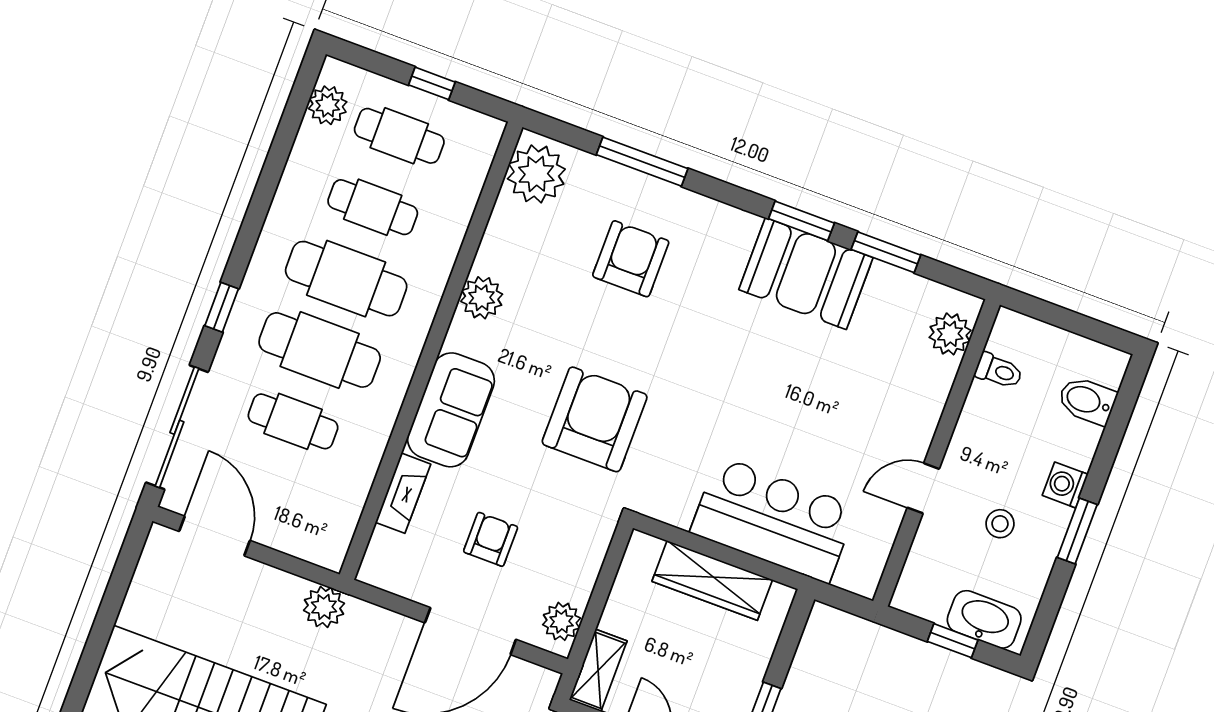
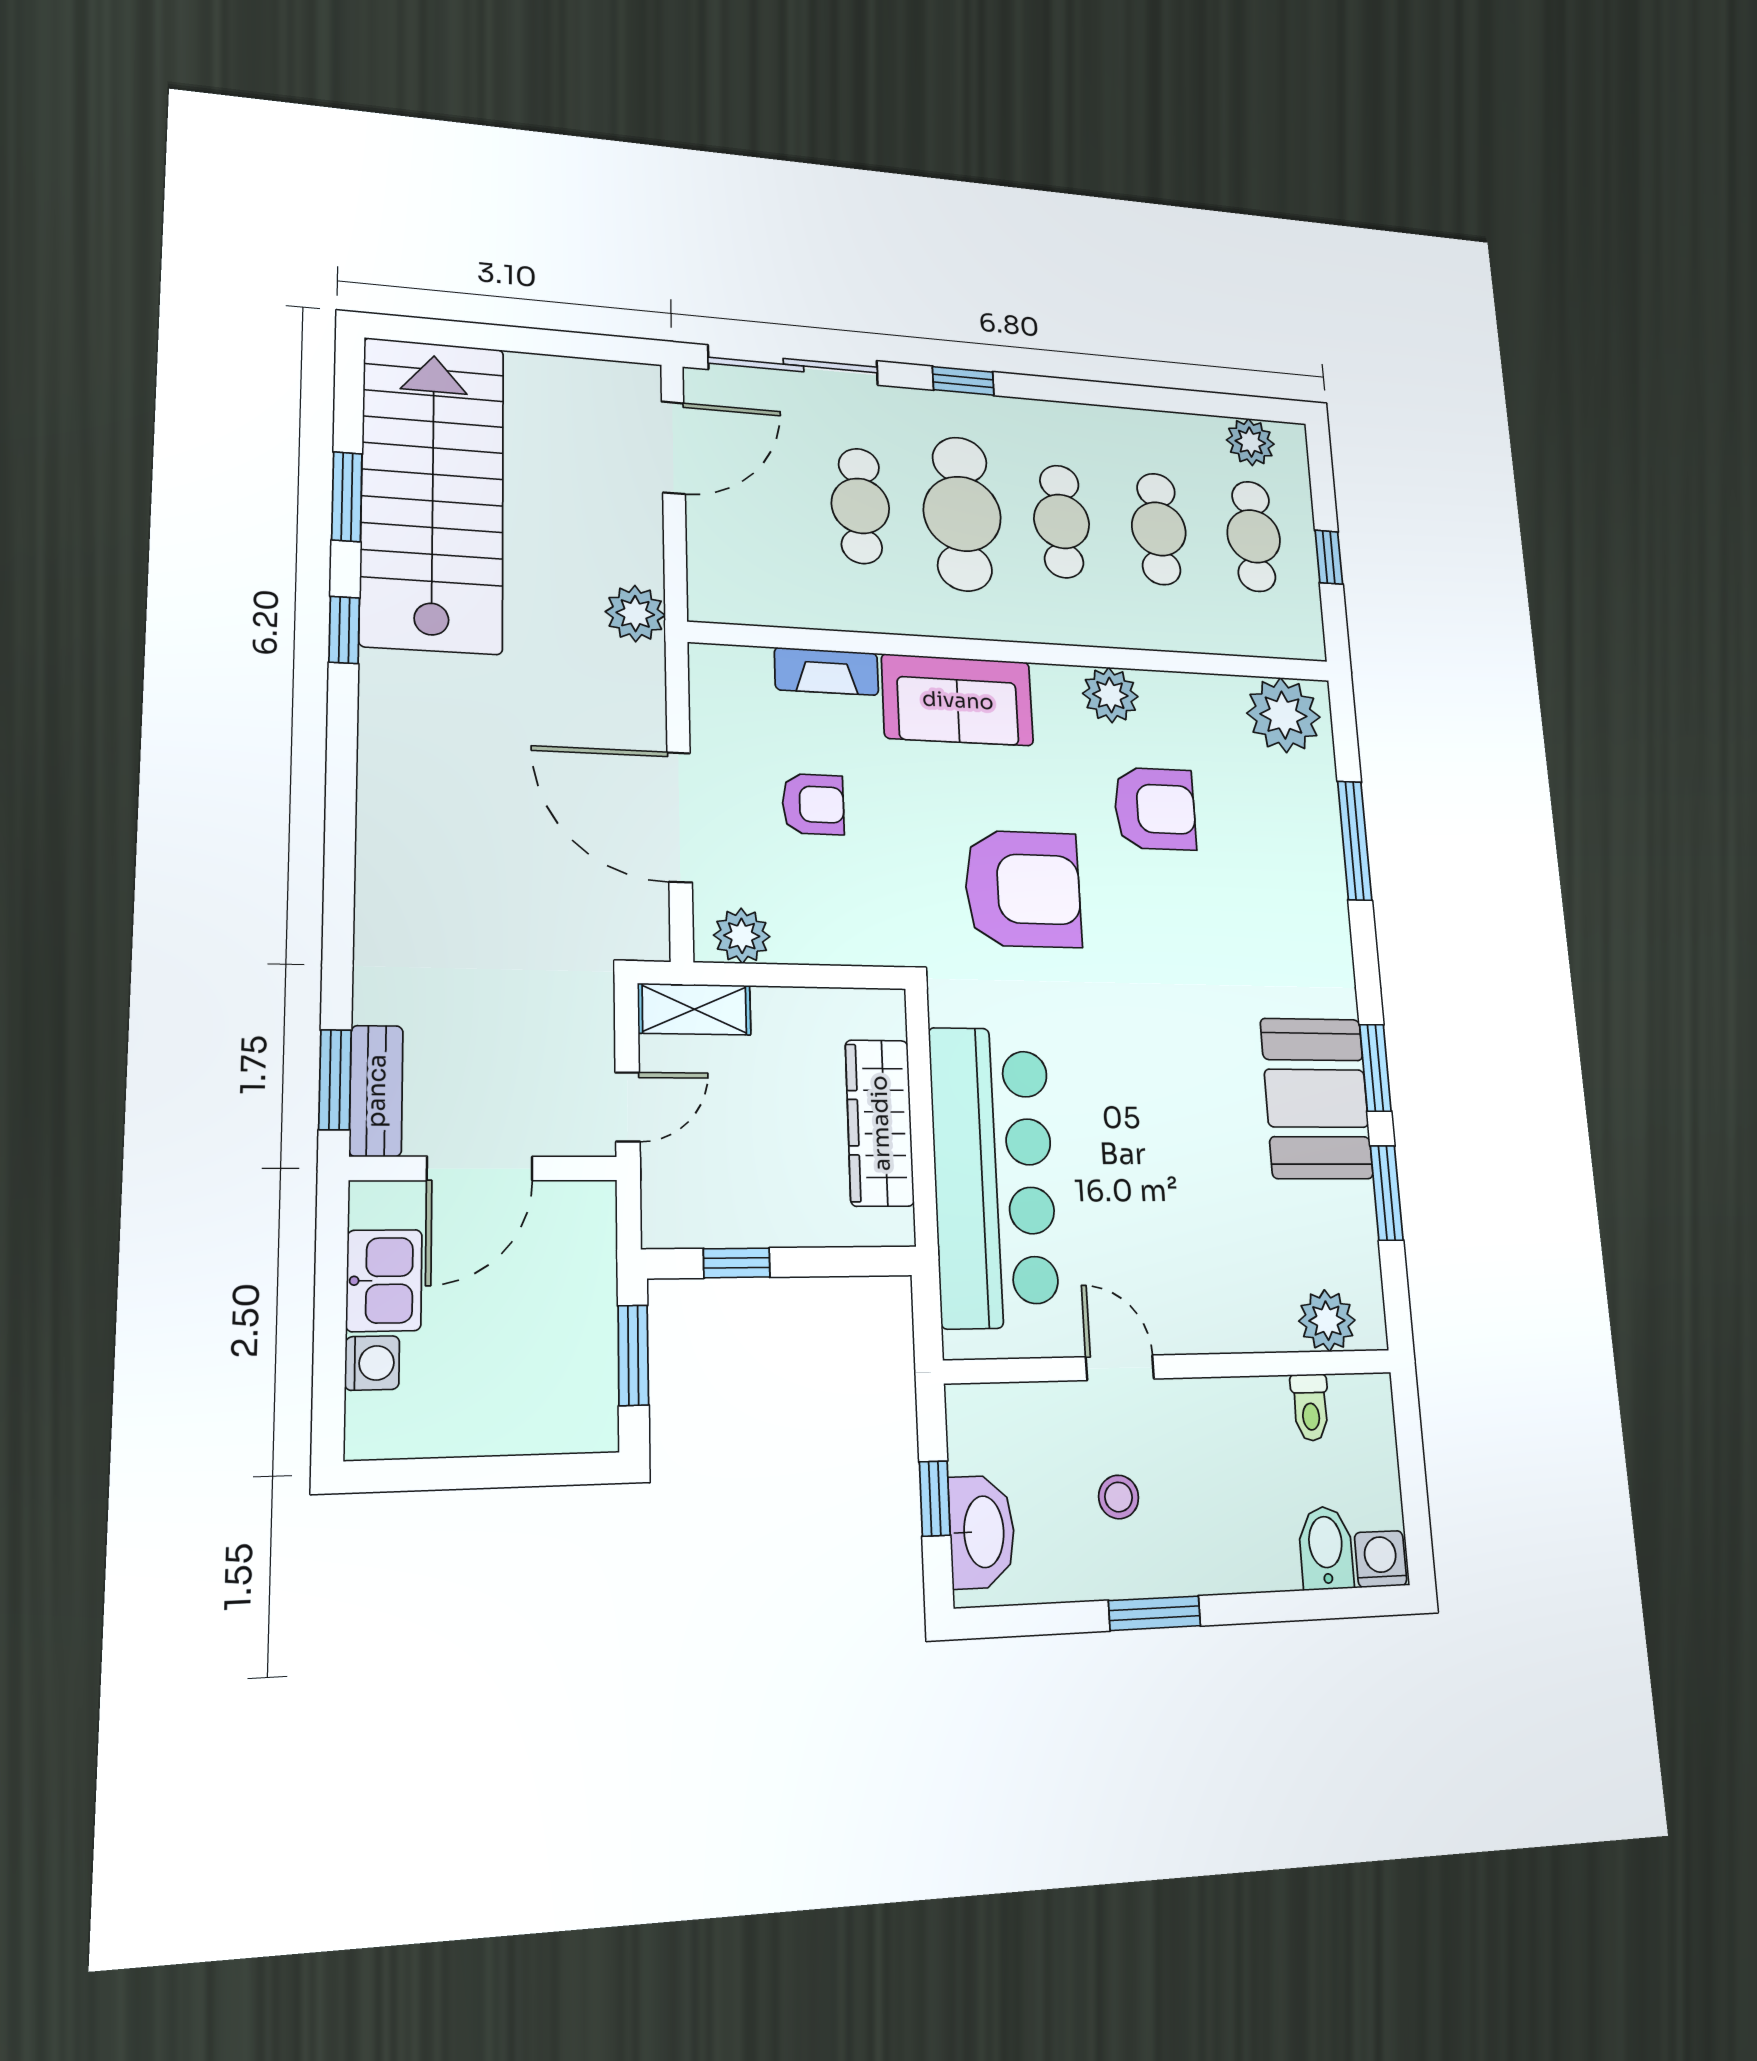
armchair: (631, 259) -> (1155, 809), moved
cafe table: (346, 279) -> (1062, 521), width x0.73, depth x0.74
washing machine: (1065, 485) -> (1381, 1559), moved
bar counter: (773, 520) -> (994, 1176), width x1.36

